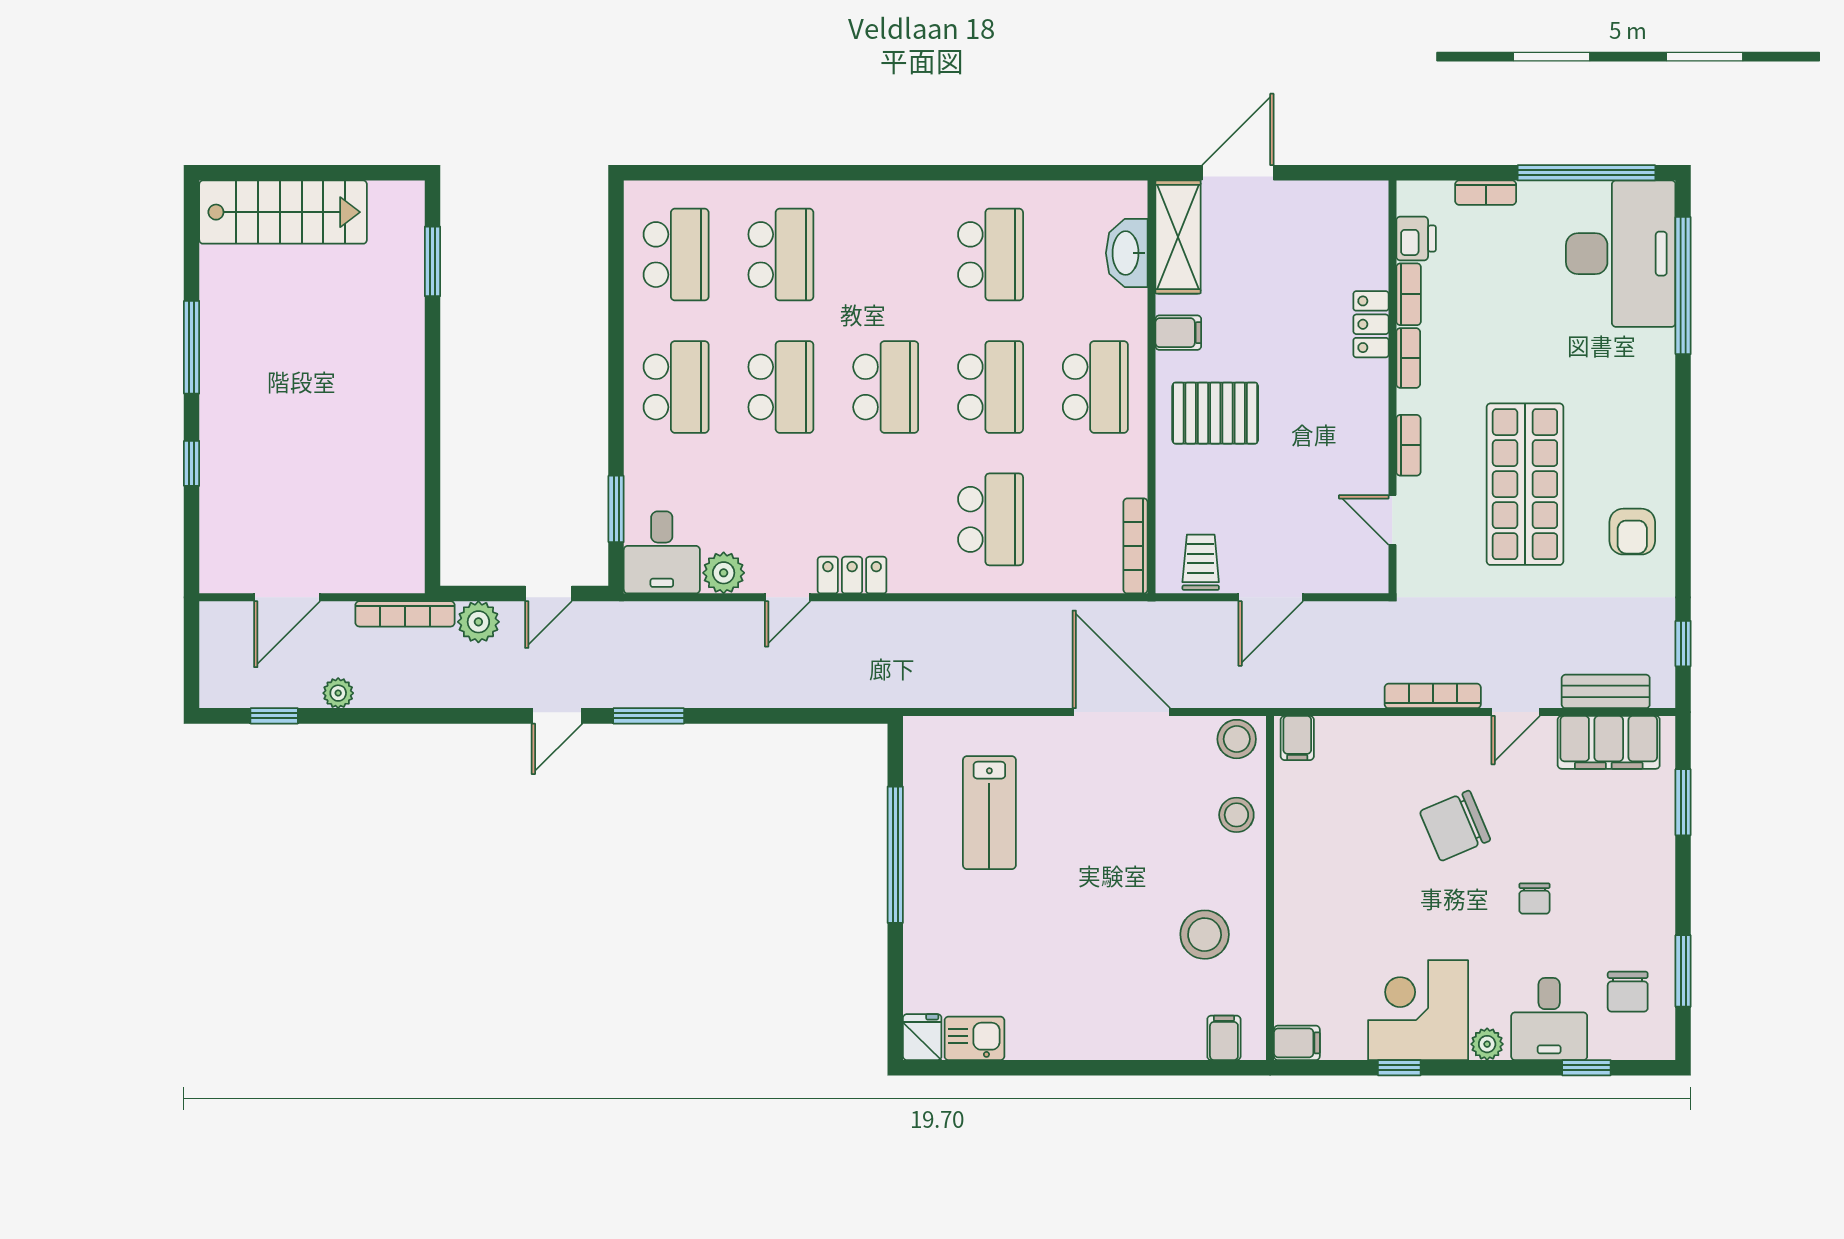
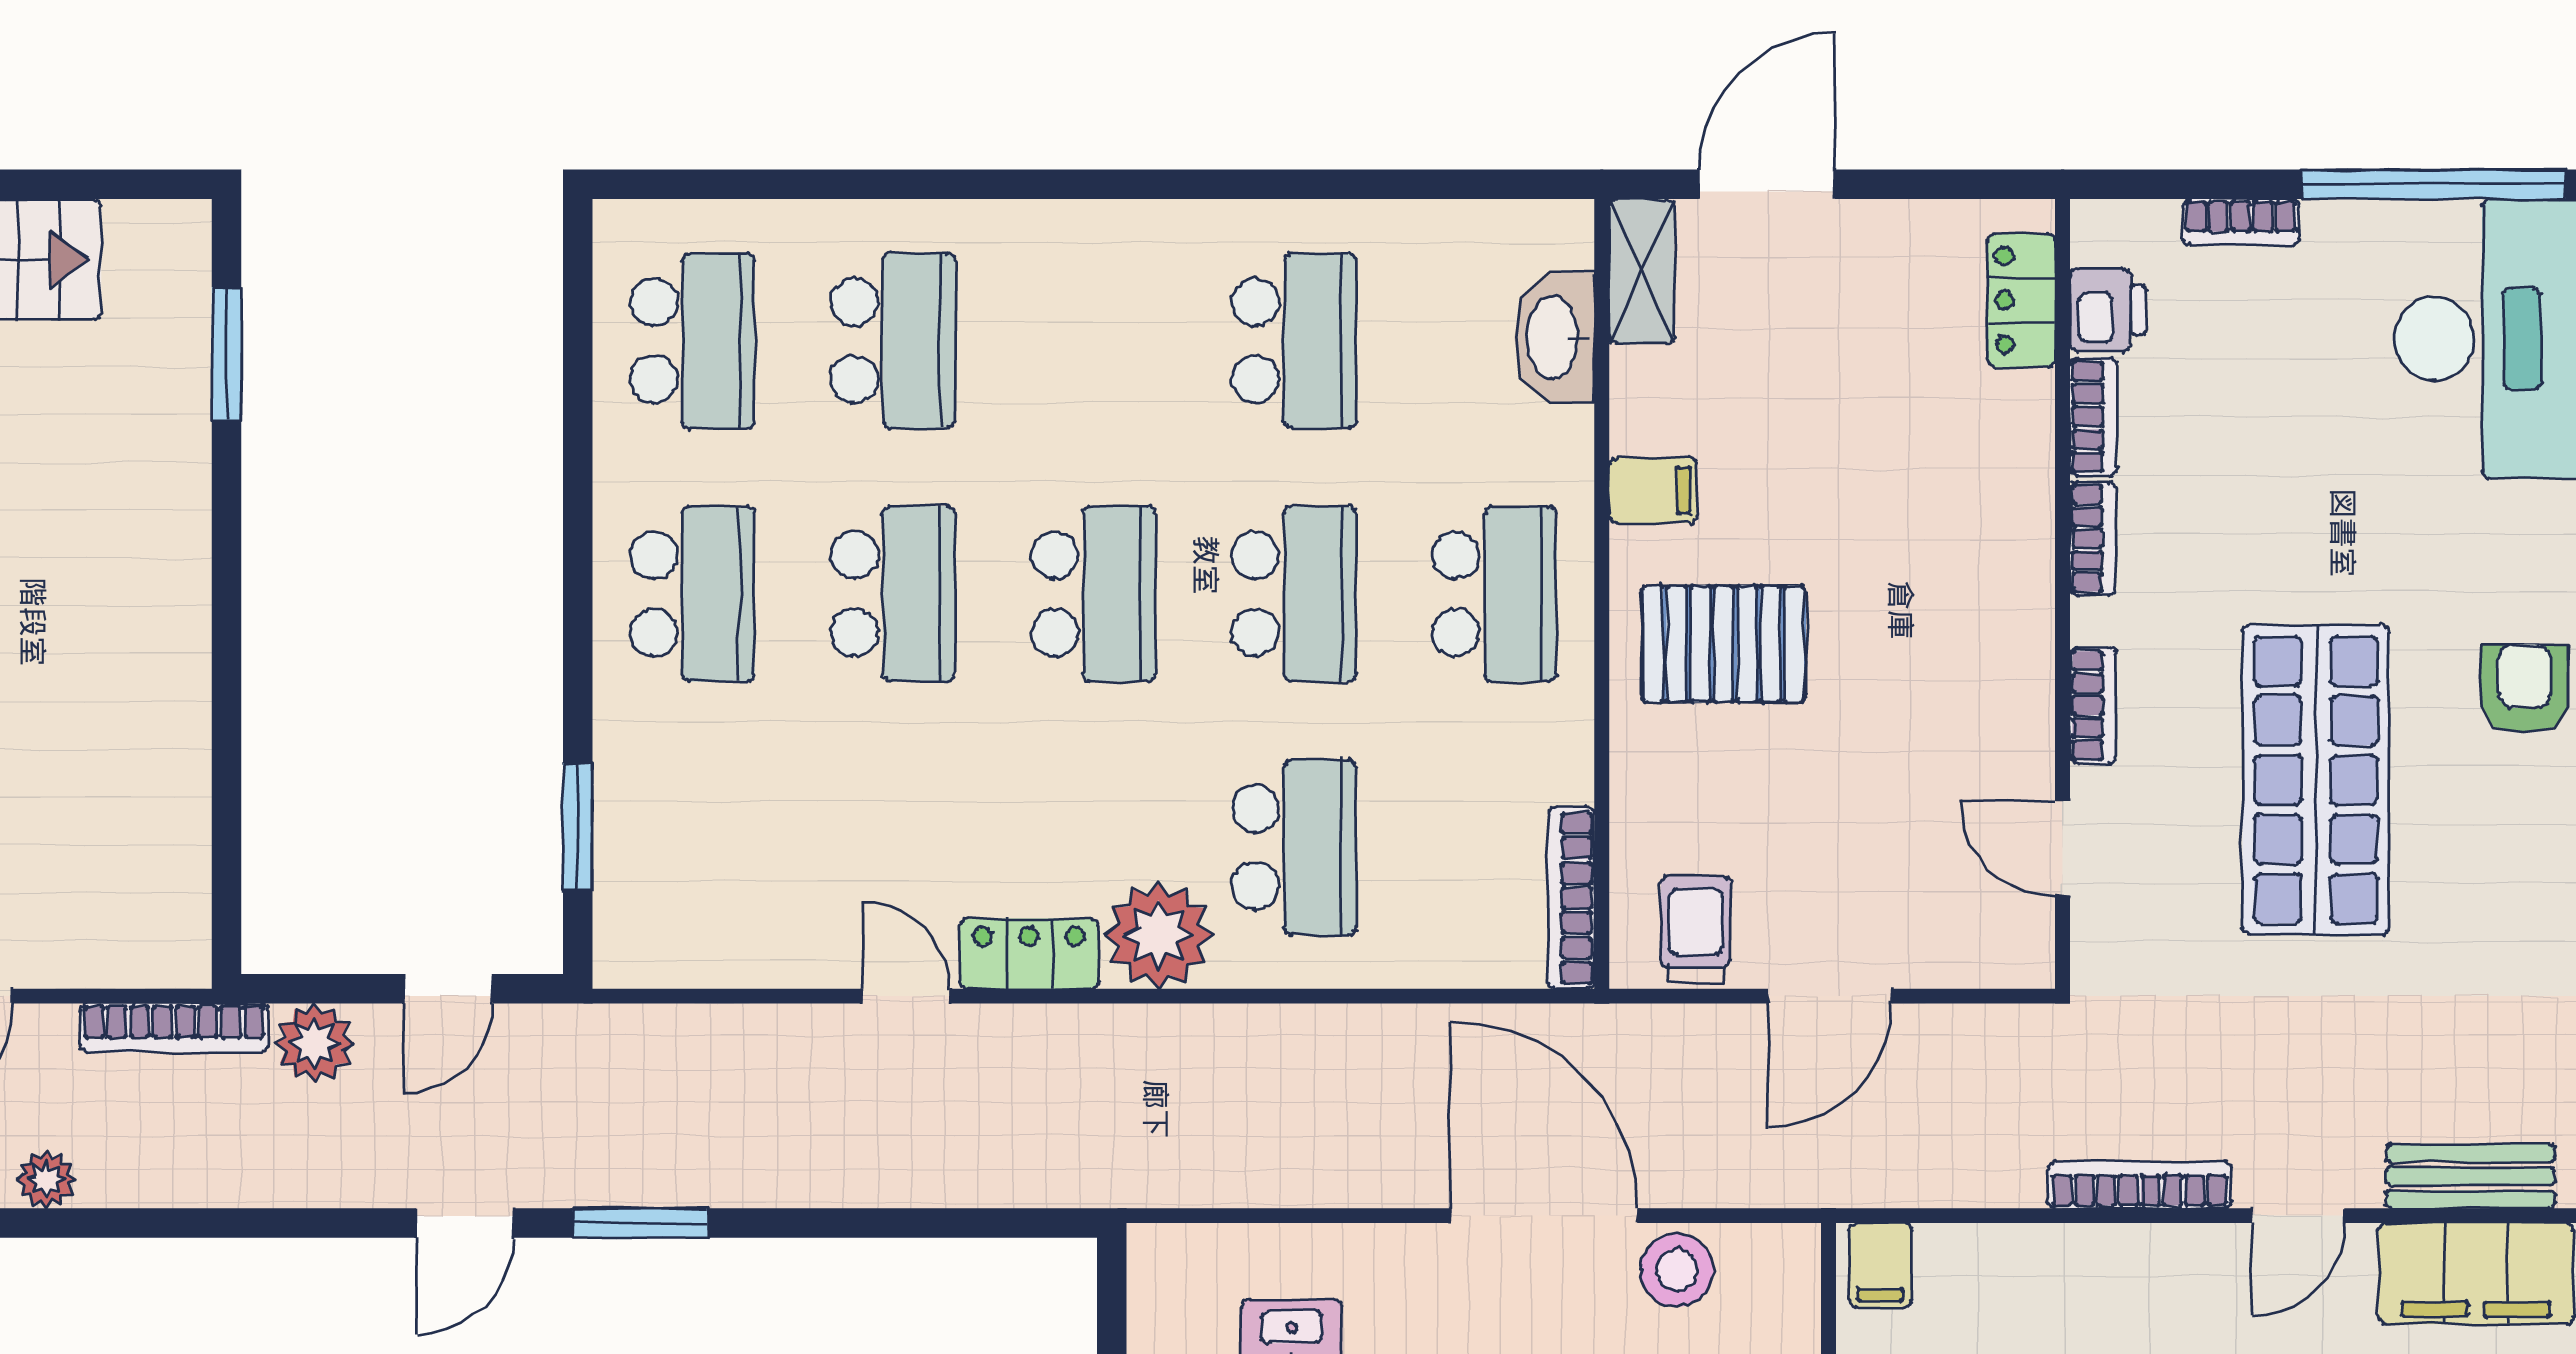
shelving: (1178, 237) -> (1642, 271), width x0.67, depth x0.75
locker: (1371, 324) -> (2021, 300), moved
armchair: (1632, 532) -> (2525, 689), moved, turned 180
desk: (662, 552) -> (665, 910), removed
plant: (724, 573) -> (1158, 935), moved, width x1.36, depth x1.36
door: (788, 597) -> (906, 996), swing flipped
stool: (1237, 739) -> (1677, 1270), moved

